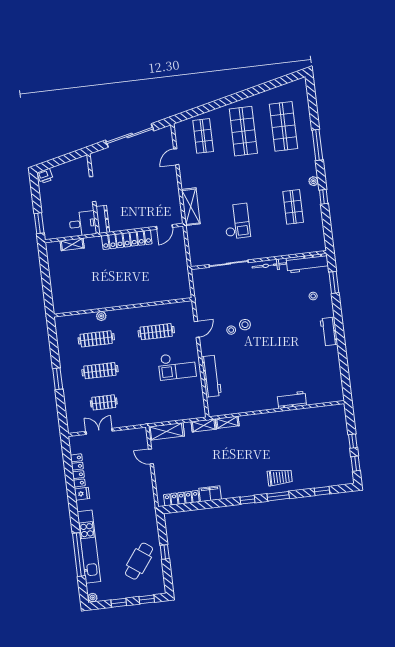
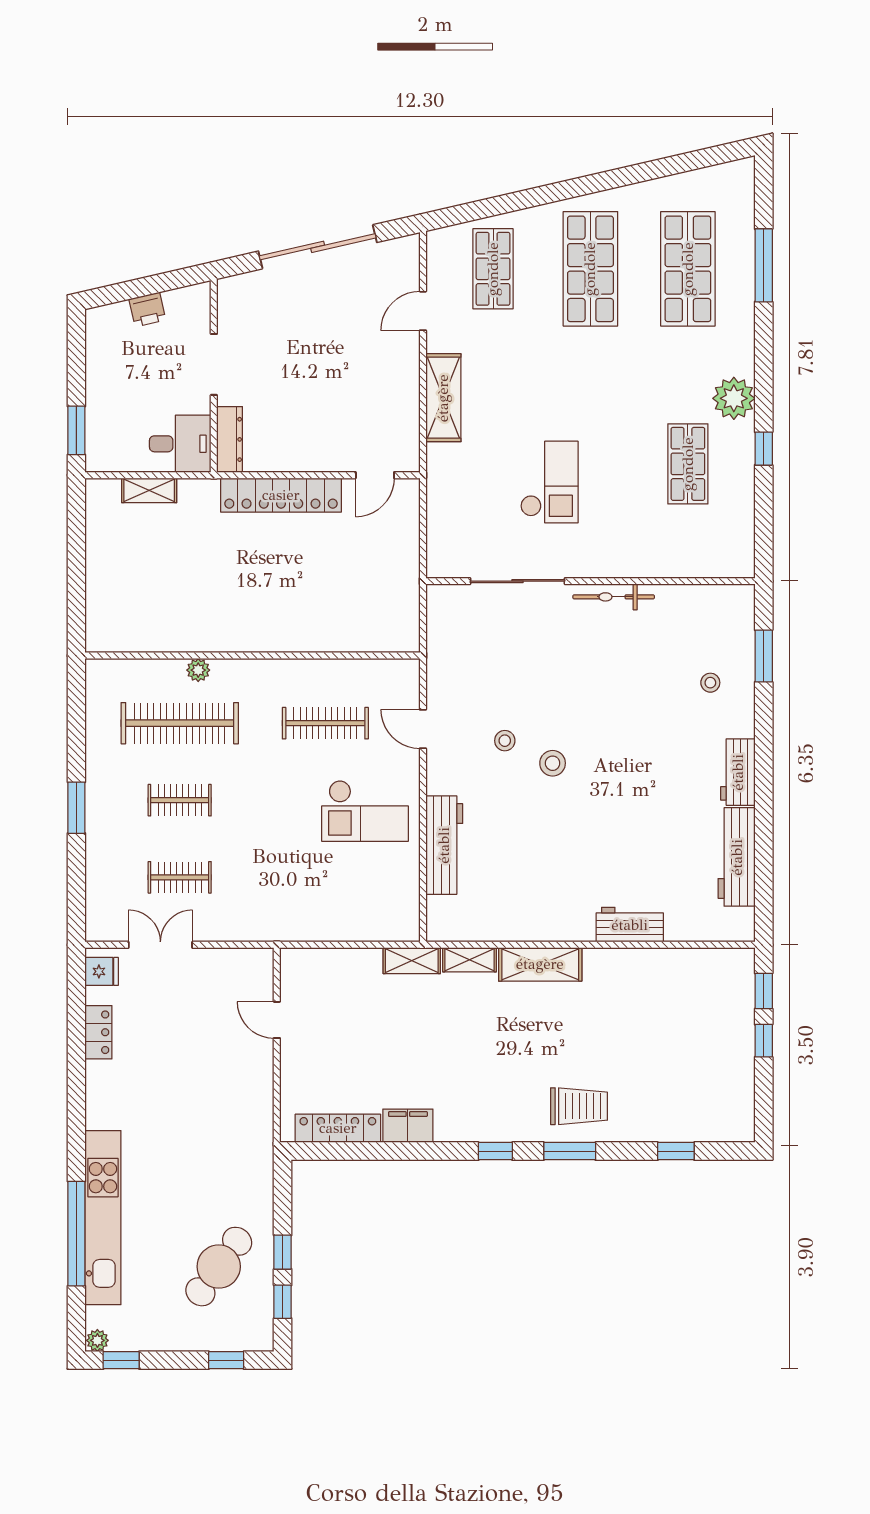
window: (317, 145) -> (764, 265), moved
printer: (45, 176) -> (147, 309), moved
plant: (313, 181) -> (734, 398), width x1.87, depth x1.87
shelving: (191, 207) -> (443, 398), moved
workbench: (307, 263) -> (737, 857), moved, turned 90
stool: (245, 325) -> (553, 763), moved
door: (197, 329) -> (423, 729), swing flipped
clothes rail: (96, 339) -> (180, 723), width x1.37, depth x1.31
clothes rail: (100, 371) -> (180, 800), width x0.73
shelving: (166, 431) -> (540, 964), moved
window: (355, 464) -> (764, 991), moved
locker: (78, 470) -> (98, 1032), width x0.66
fridge: (82, 494) -> (102, 971), moved
window: (167, 573) -> (283, 1302), added
window: (119, 603) -> (121, 1360), moved

